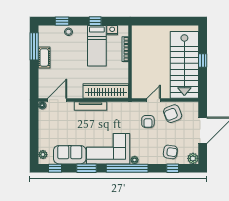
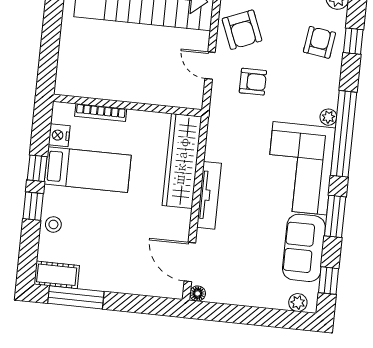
window: (62, 21) -> (33, 206), moved
cot: (44, 57) -> (57, 275), moved

